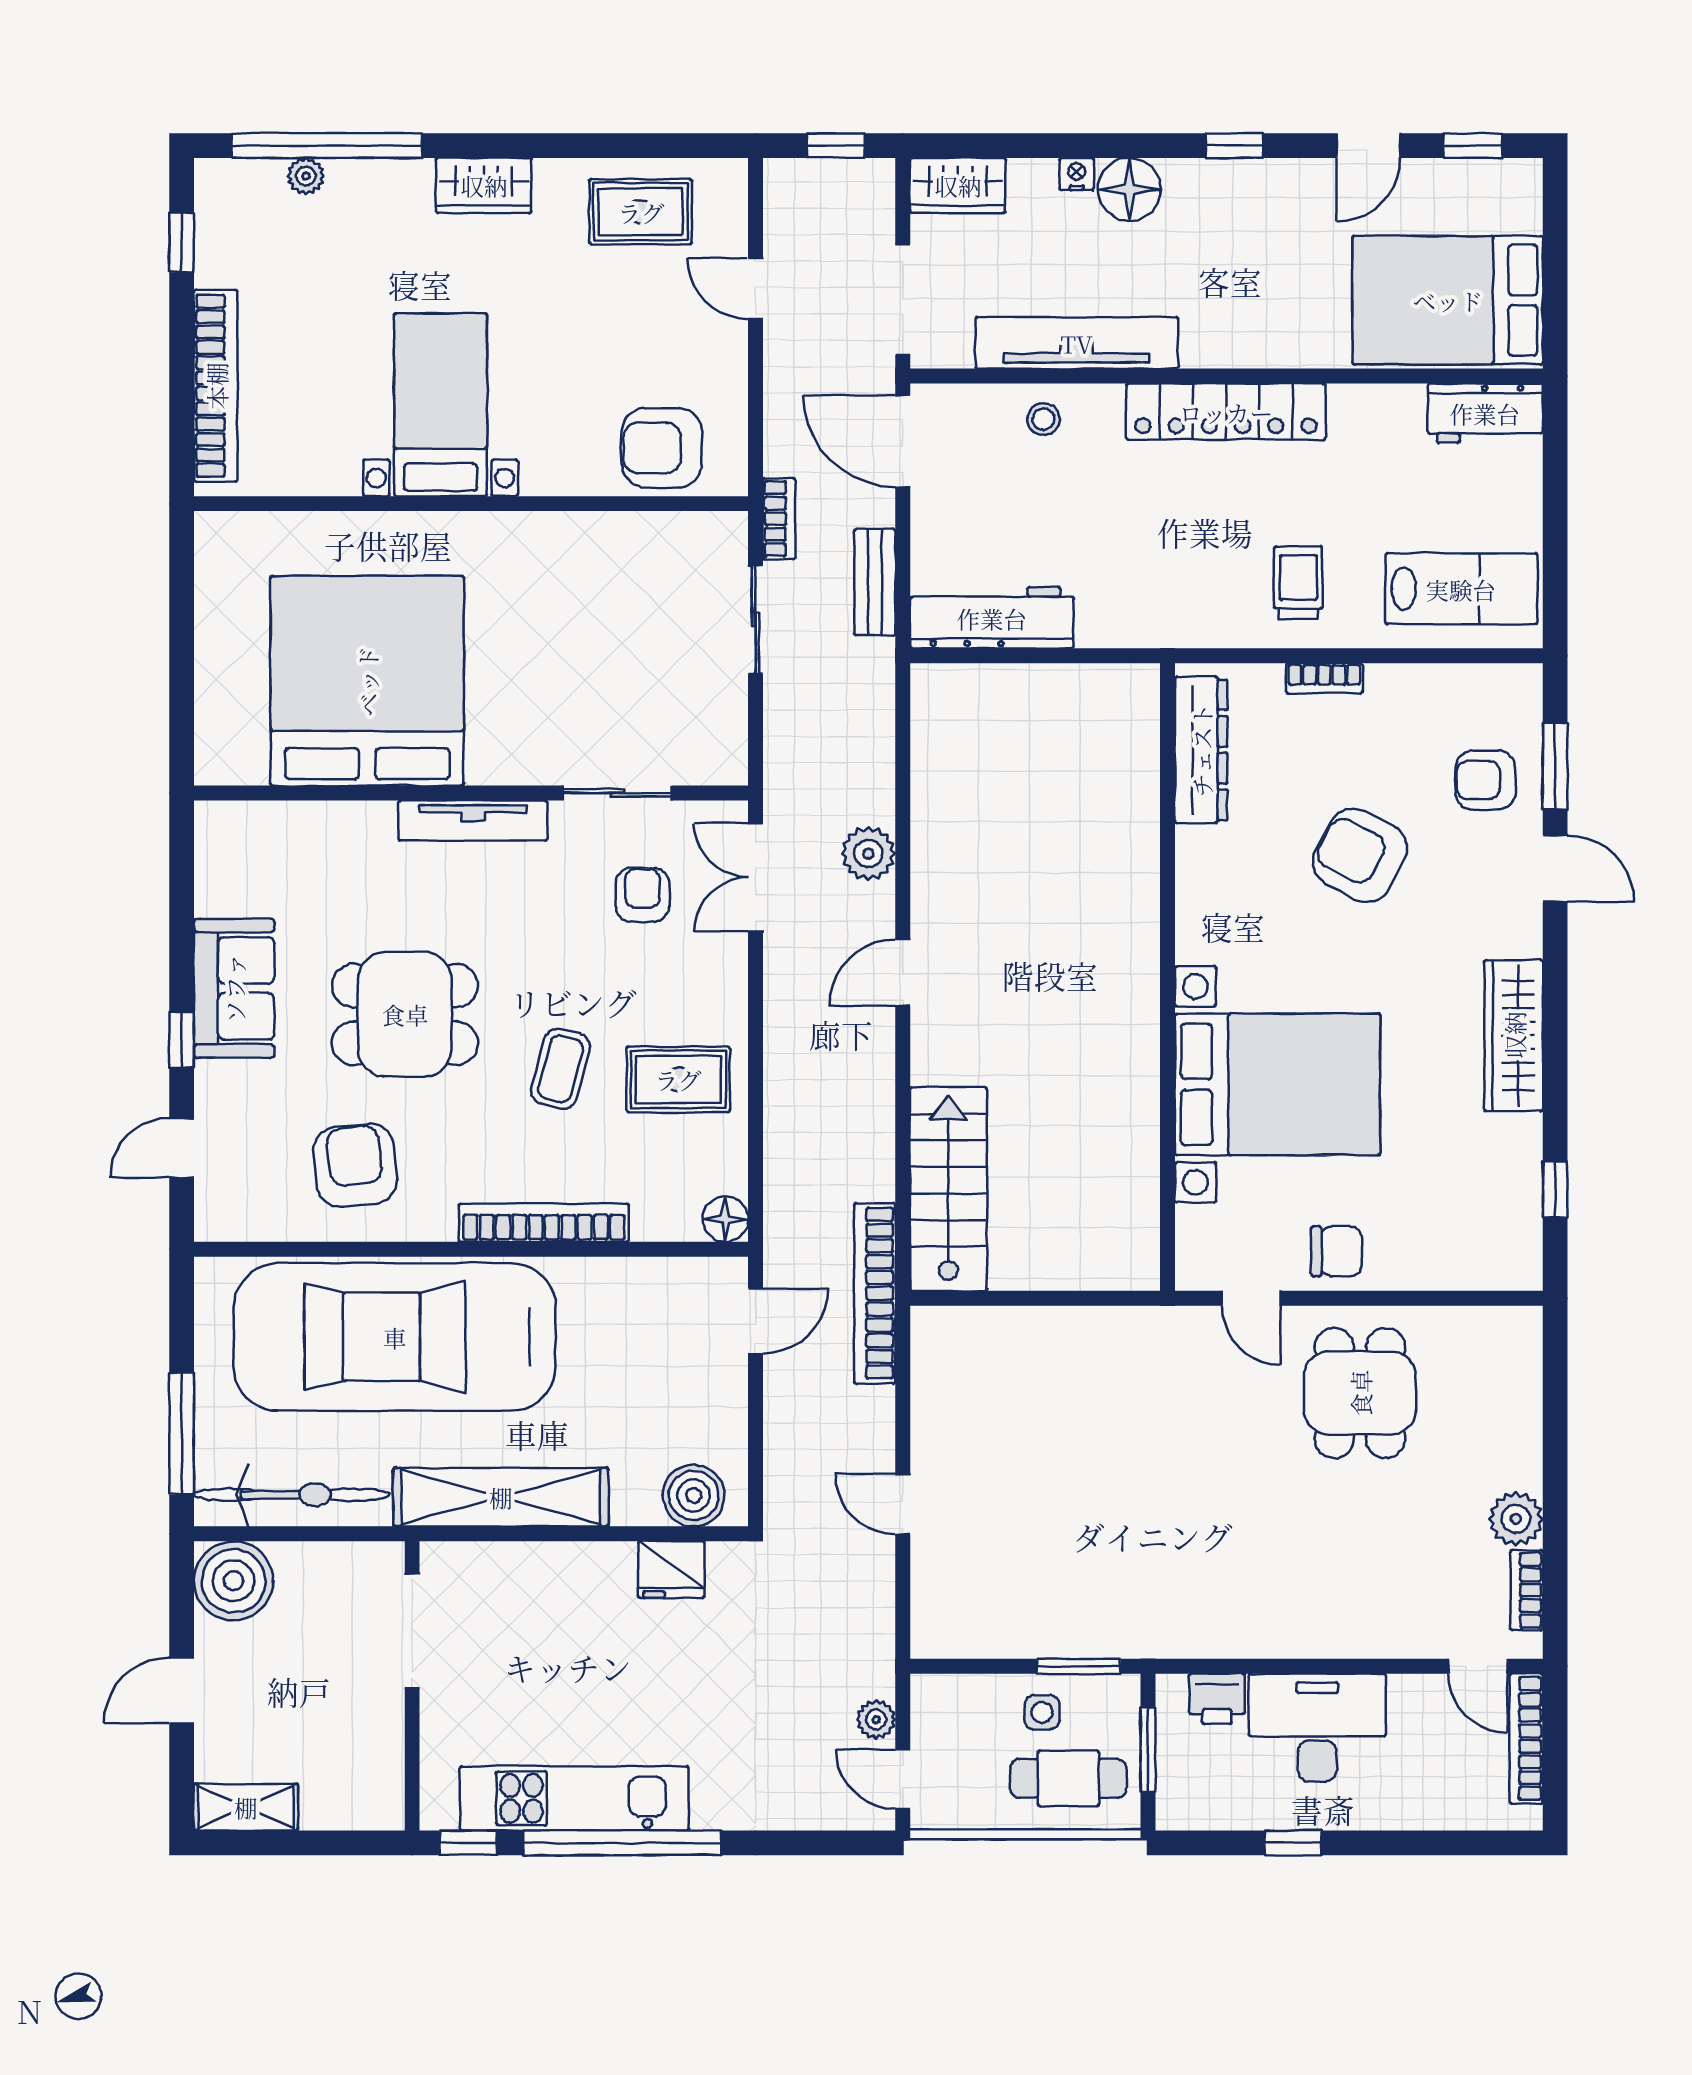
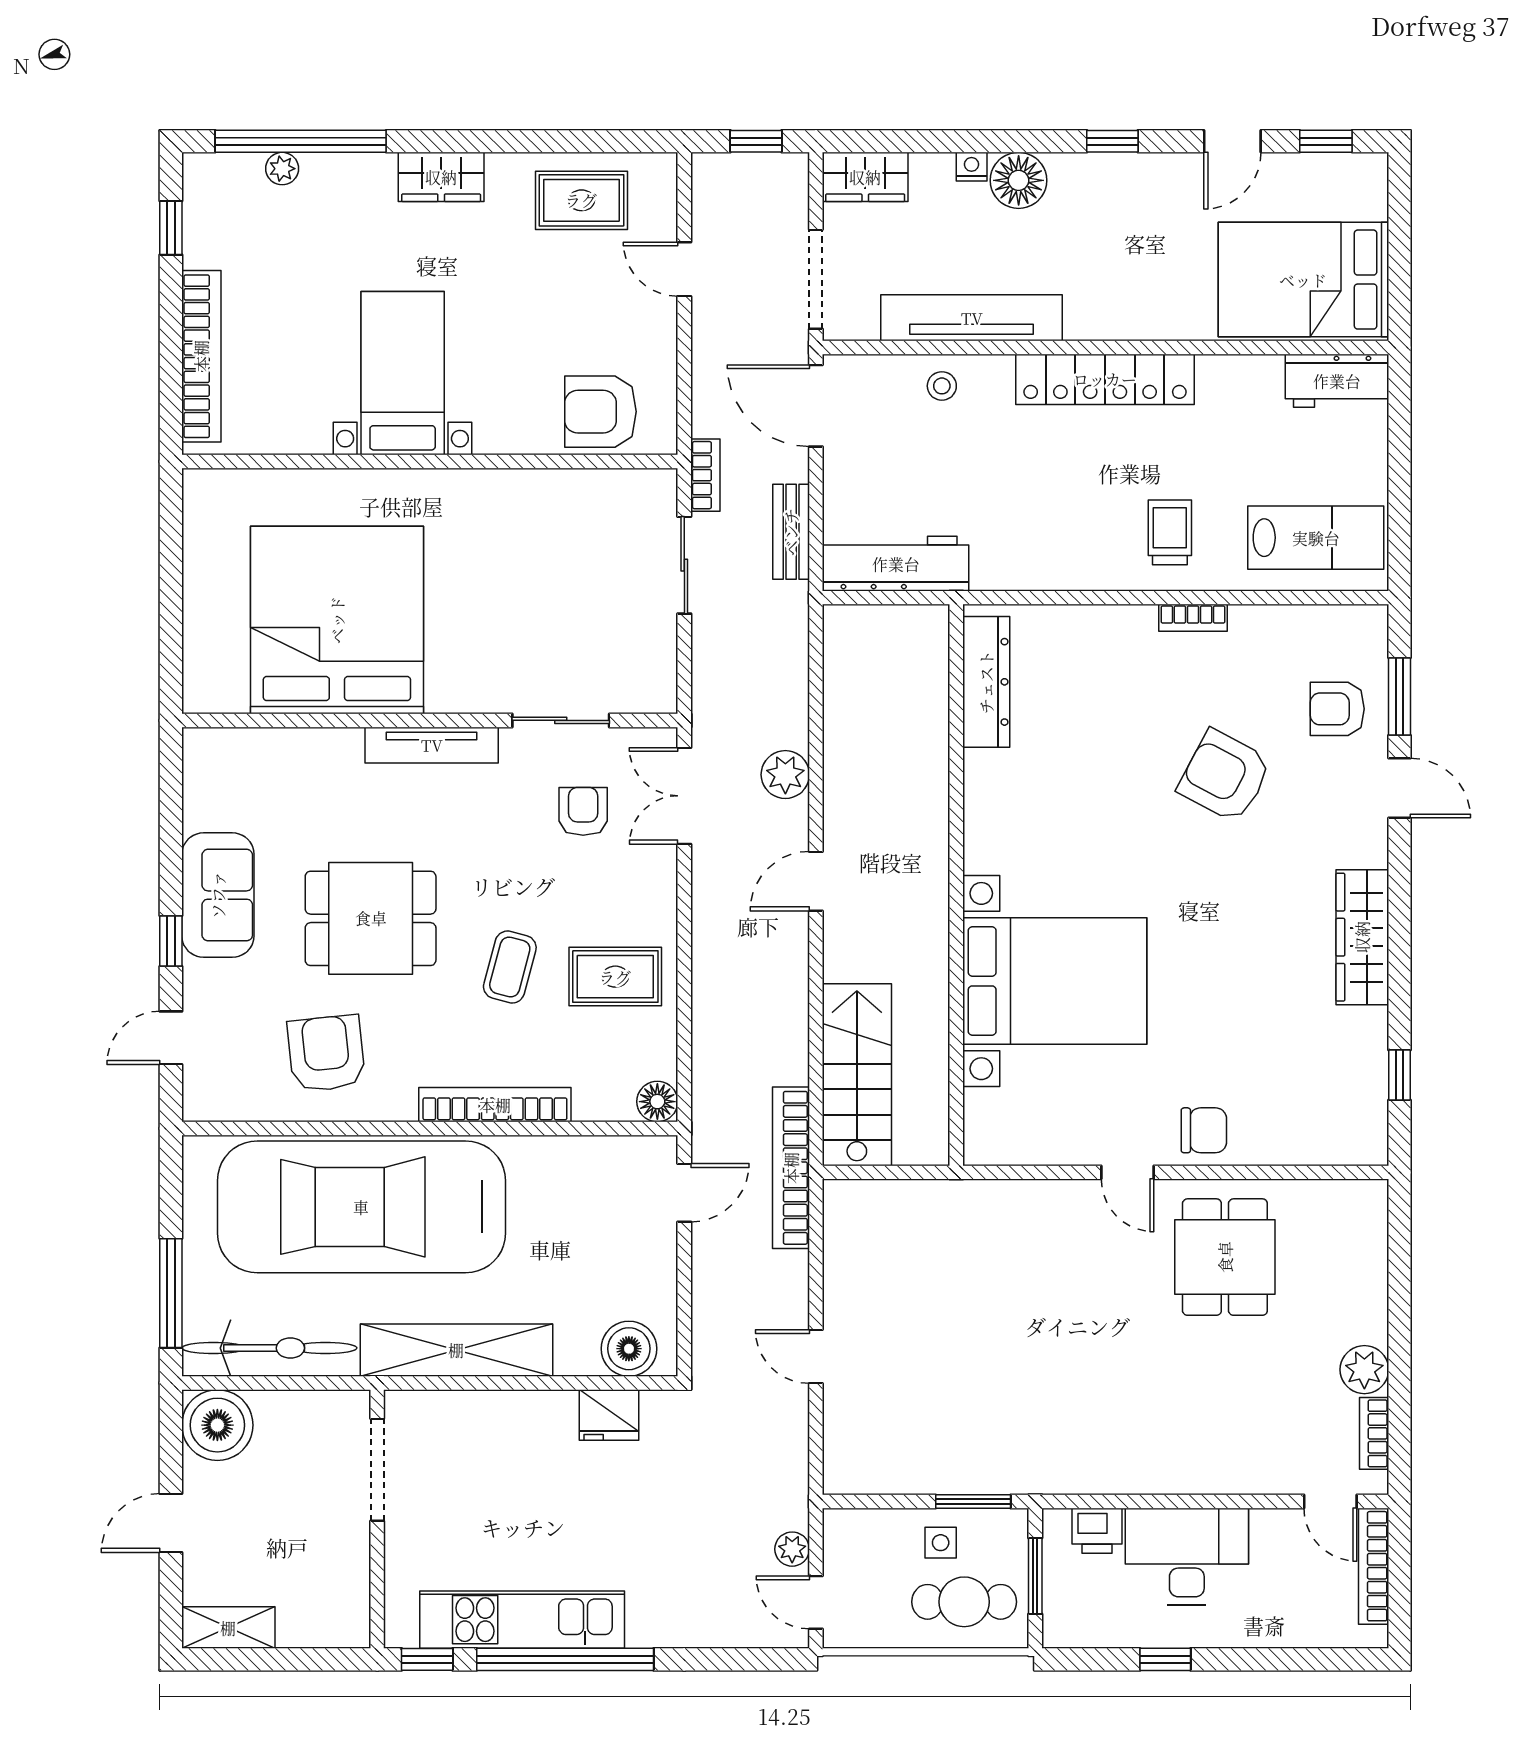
dresser: (1201, 750) -> (986, 682), moved
wall: (1168, 977) -> (956, 885), moved
bed with nightstands: (1278, 1084) -> (1055, 981), moved

